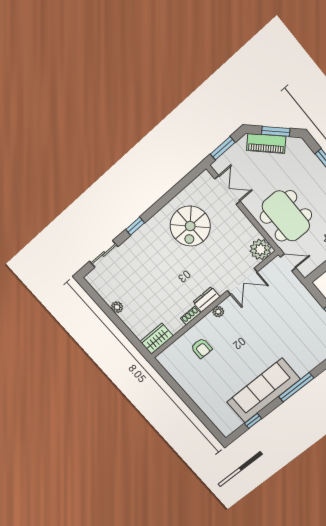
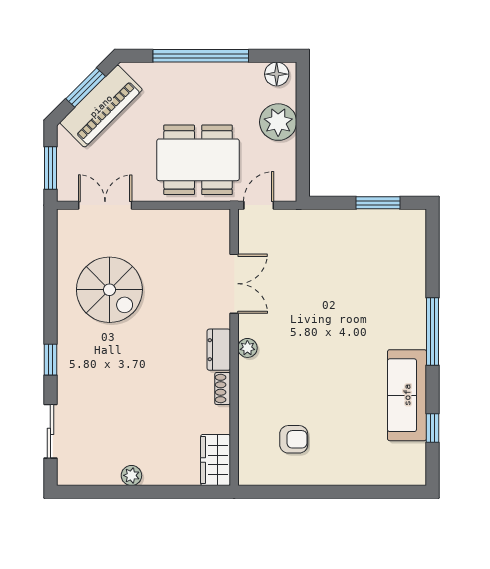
piano: (266, 144) -> (101, 106), width x1.37, depth x1.33
plant: (260, 249) -> (213, 226), removed
armchair: (202, 348) -> (294, 439), moved
sofa: (263, 391) -> (407, 395), width x0.74, depth x0.79

